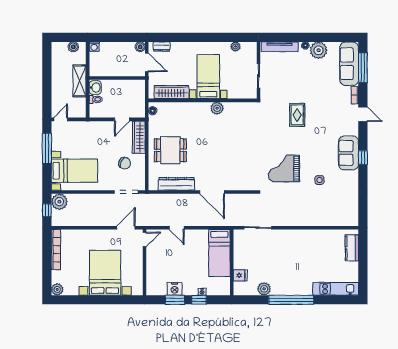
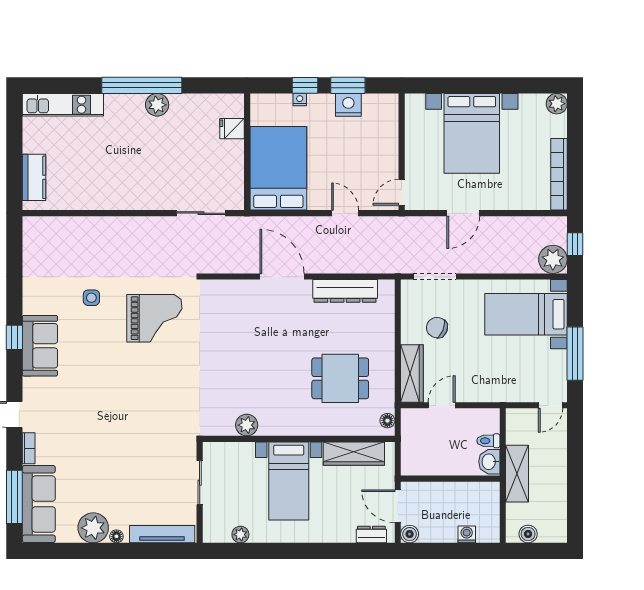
washing machine: (94, 47) -> (467, 534), moved
plant: (217, 108) -> (247, 425), moved
rug: (297, 115) -> (131, 413), removed
dining table: (170, 150) -> (340, 378), moved
door: (126, 228) -> (463, 213), moved
bed: (219, 253) -> (278, 168), width x1.50
plant: (264, 289) -> (157, 105), moved

